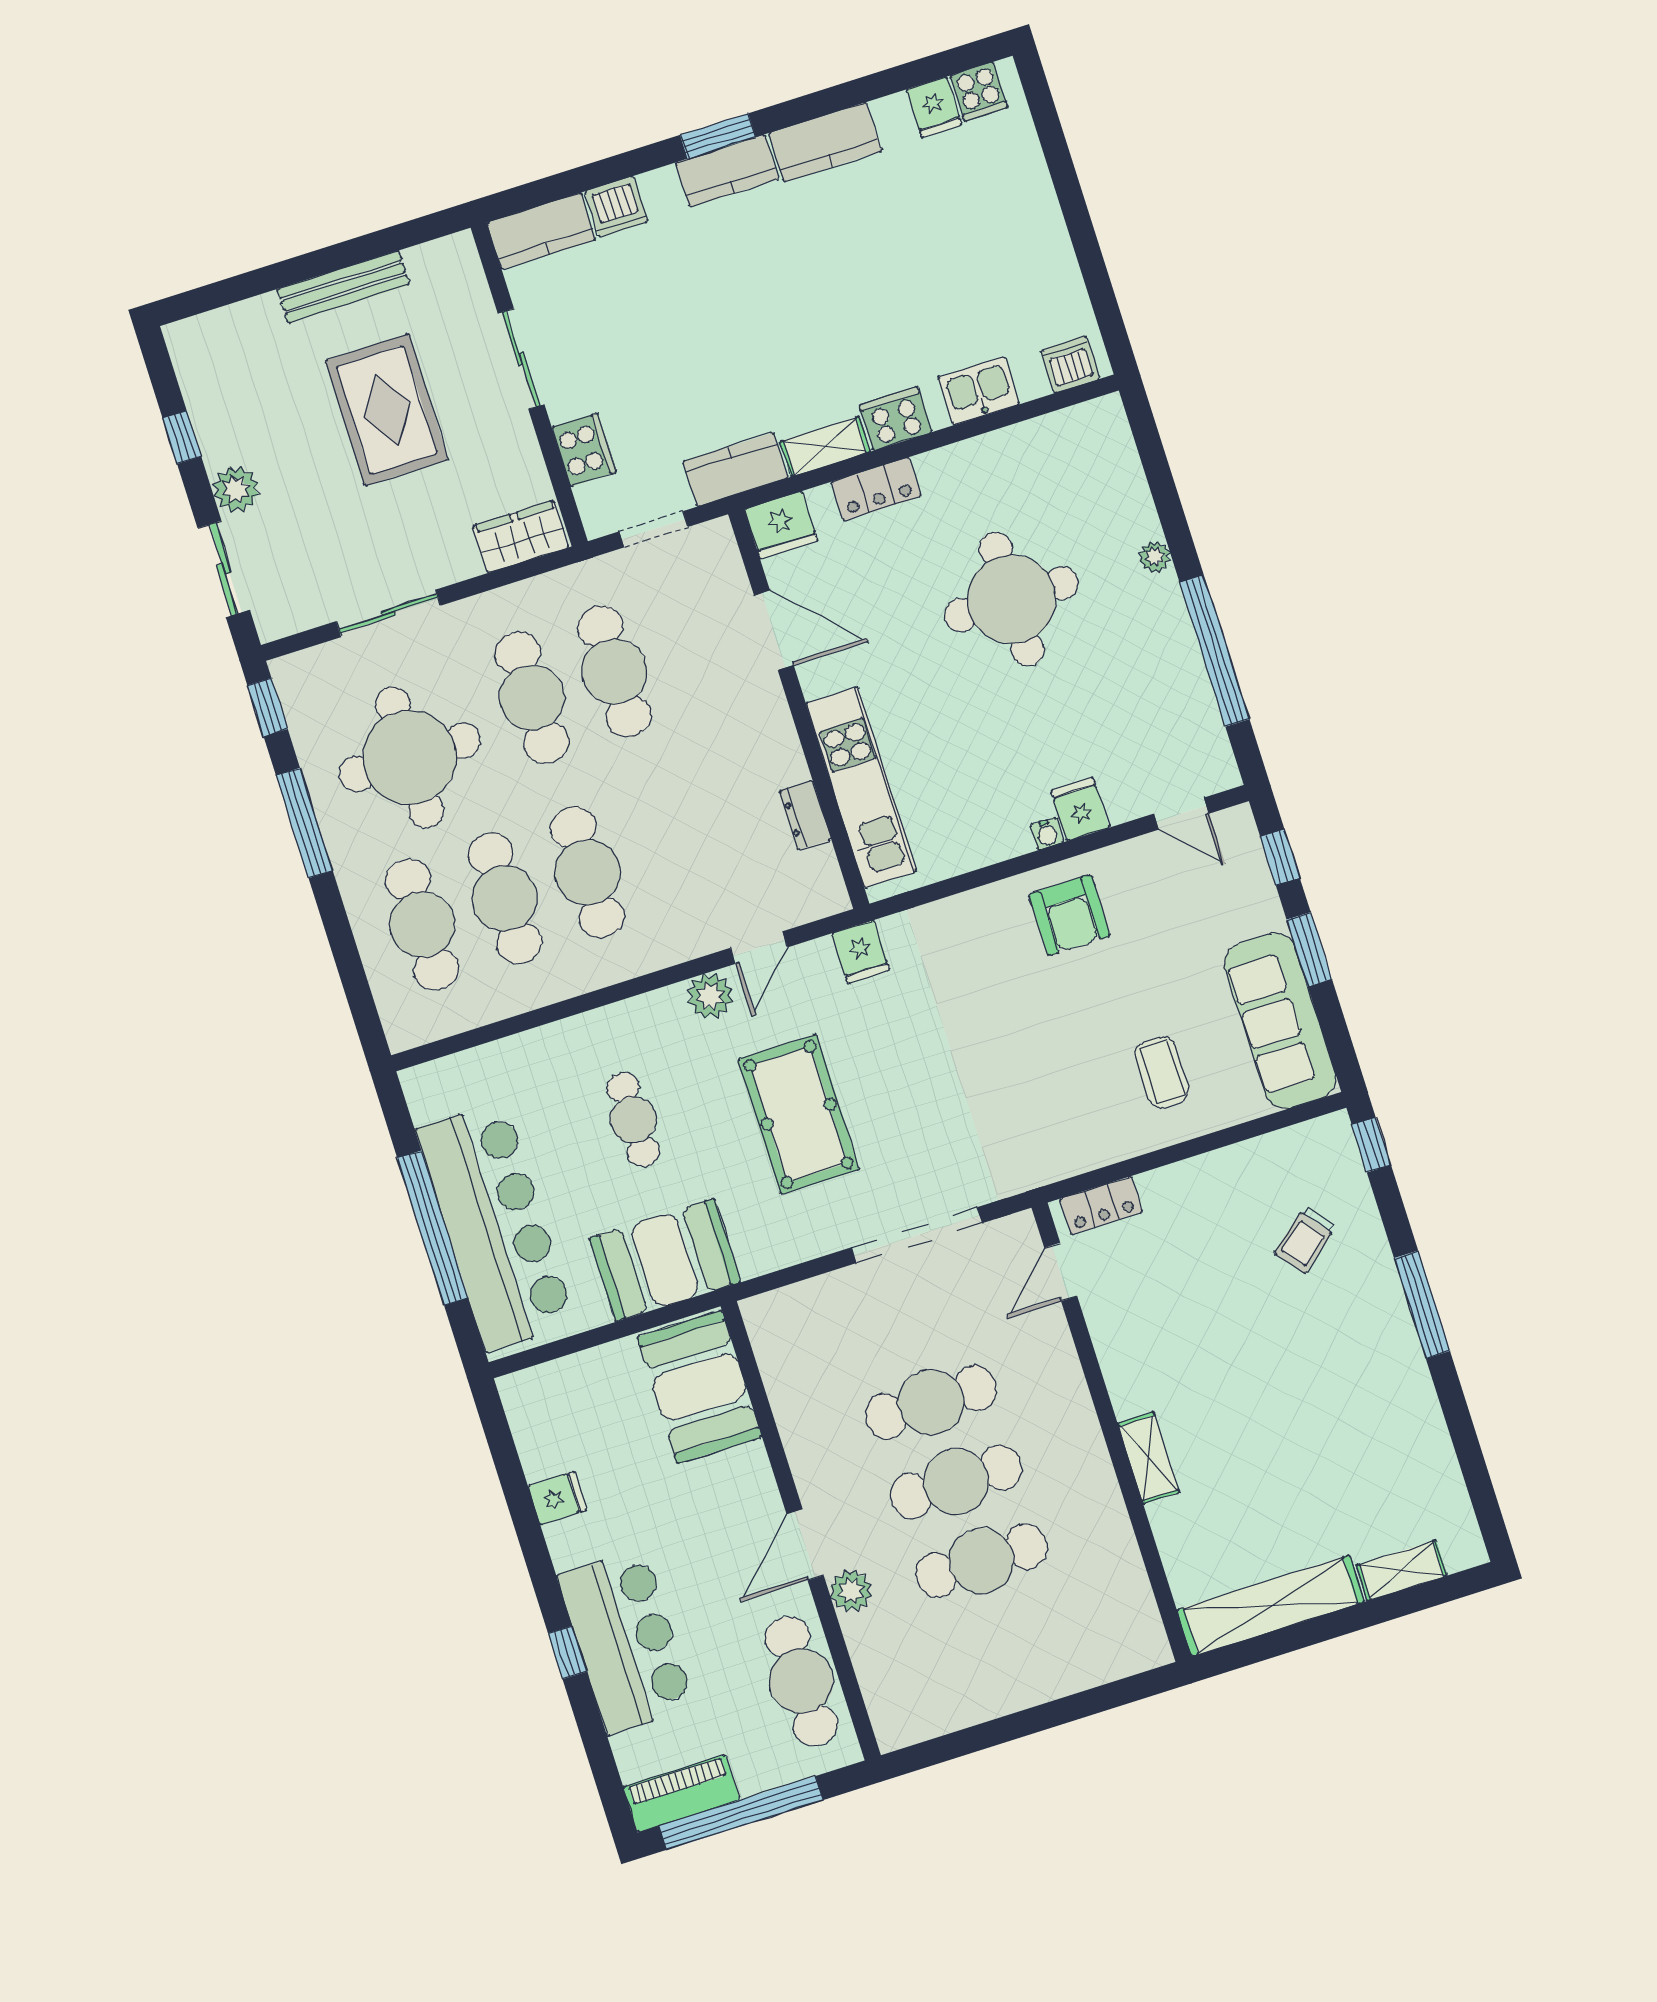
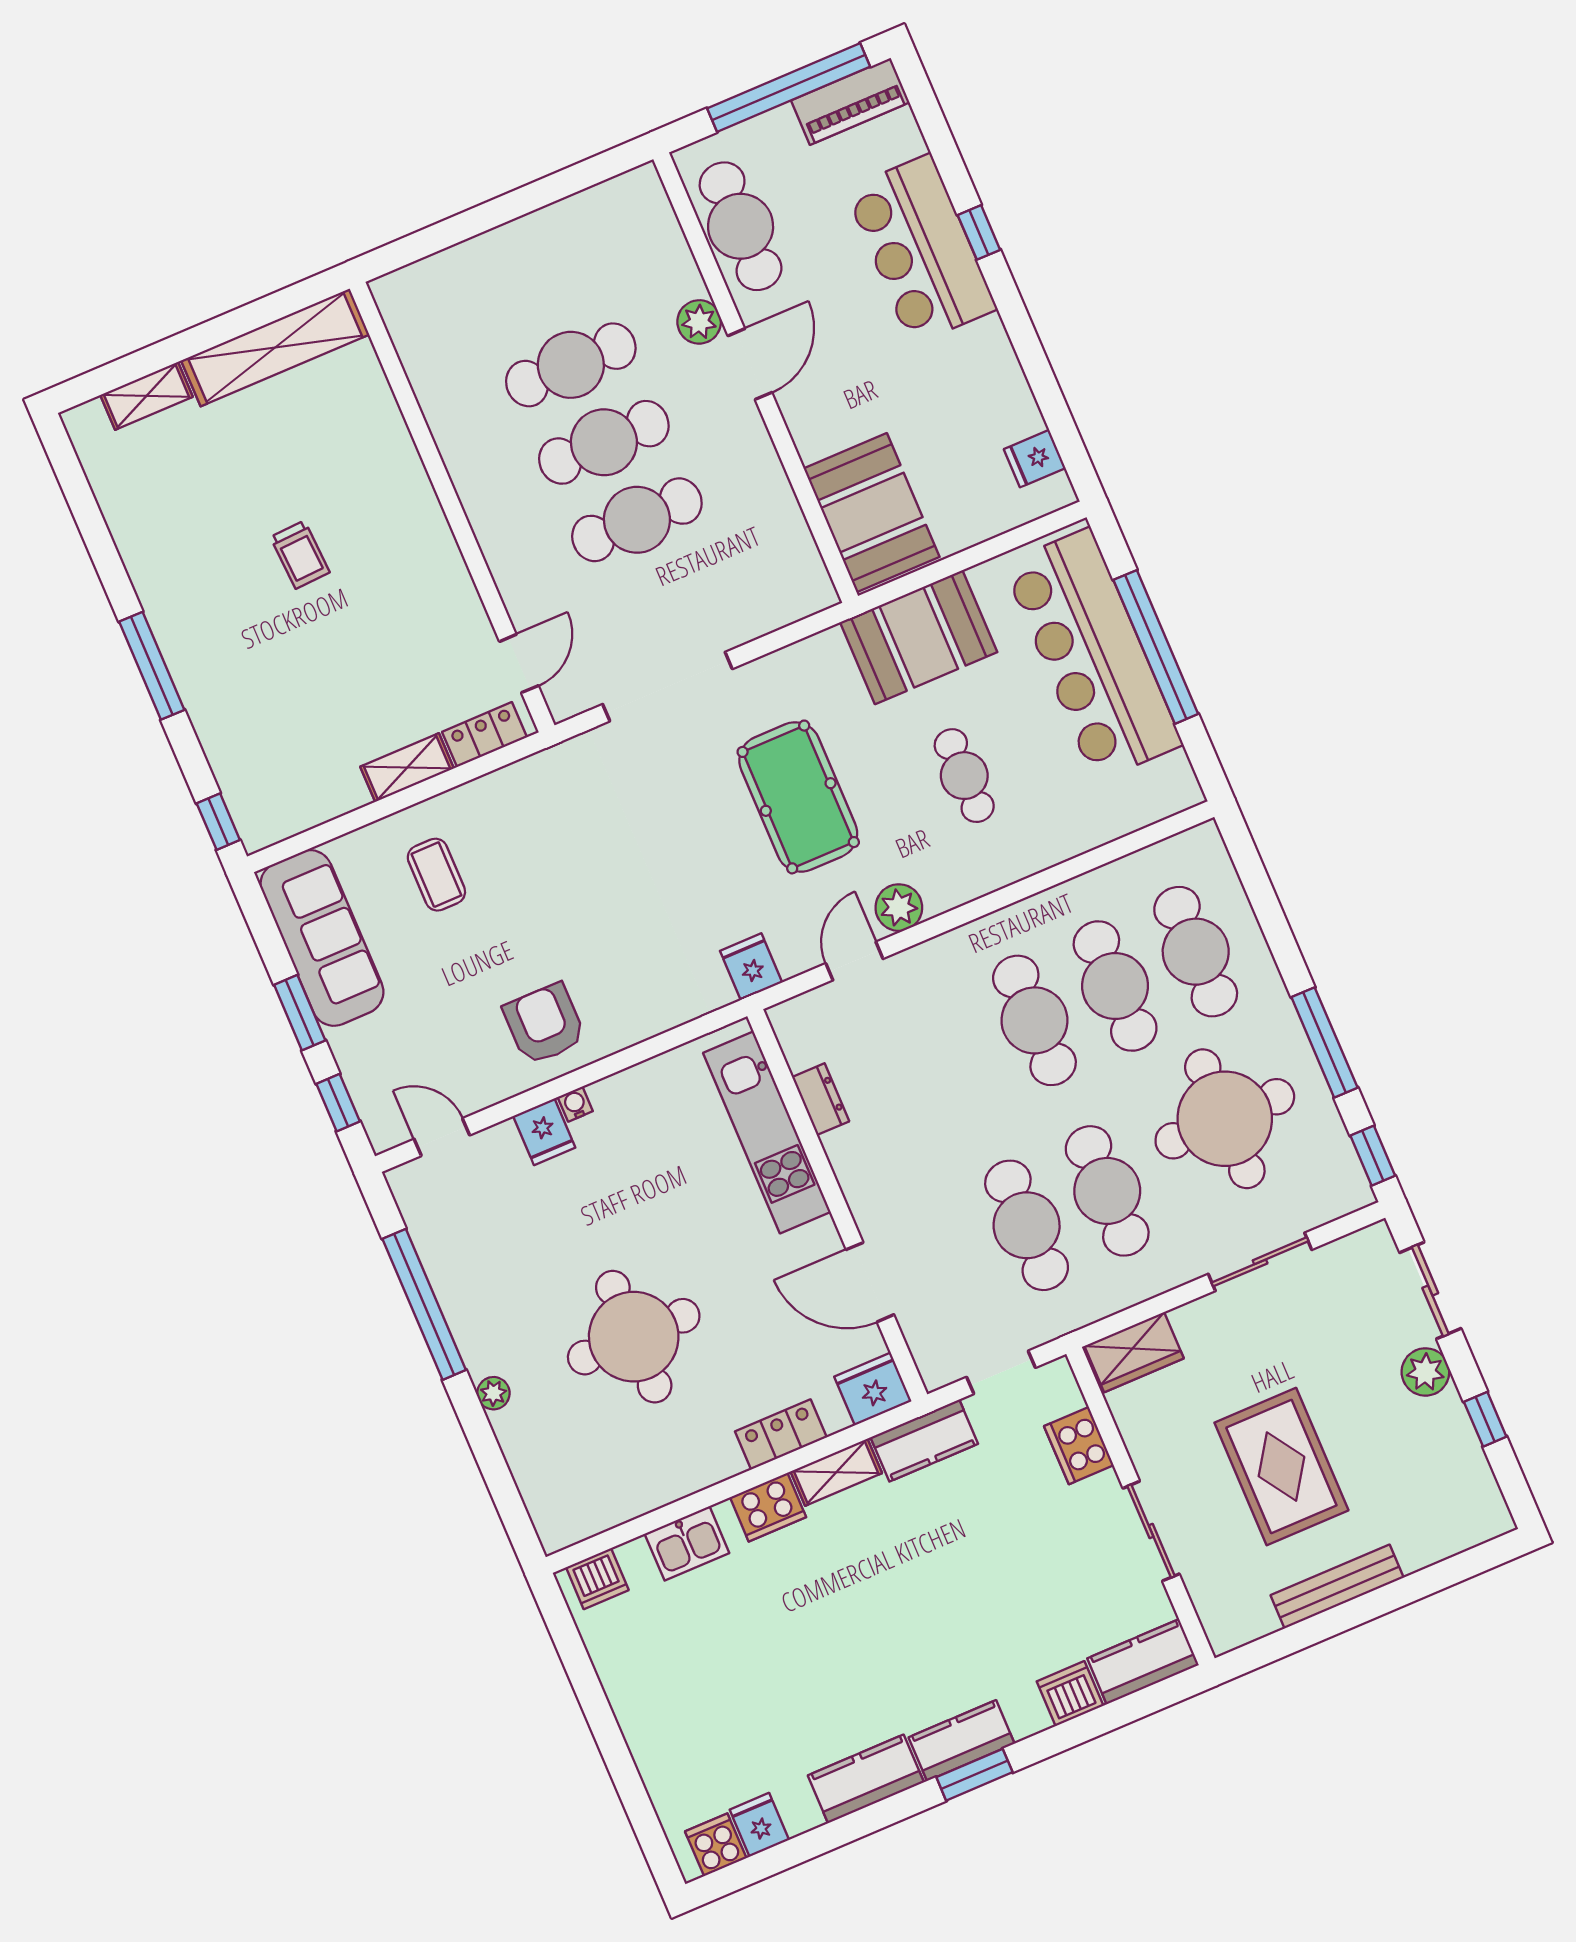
trolley: (1305, 1240) -> (300, 555), moved, turned 126
shelving: (1148, 1458) -> (407, 768), moved, turned 90
fridge: (557, 1498) -> (1035, 459), moved

